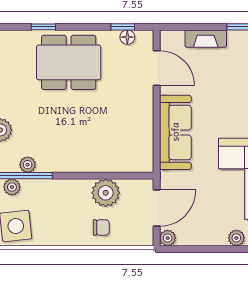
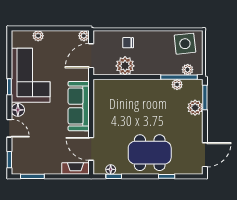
fireplace: (206, 39) -> (75, 168), moved

